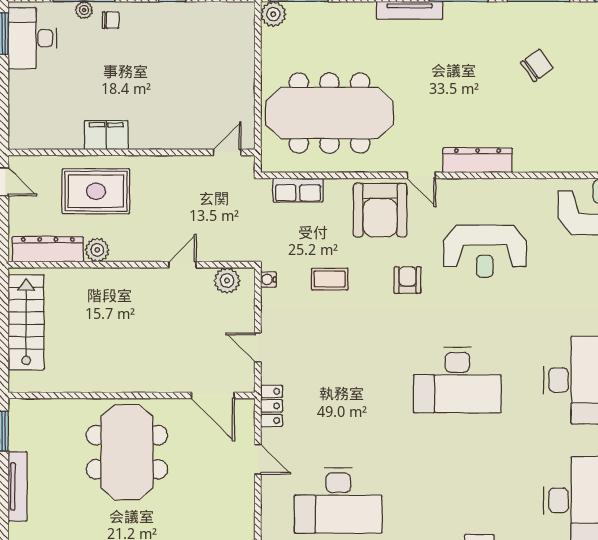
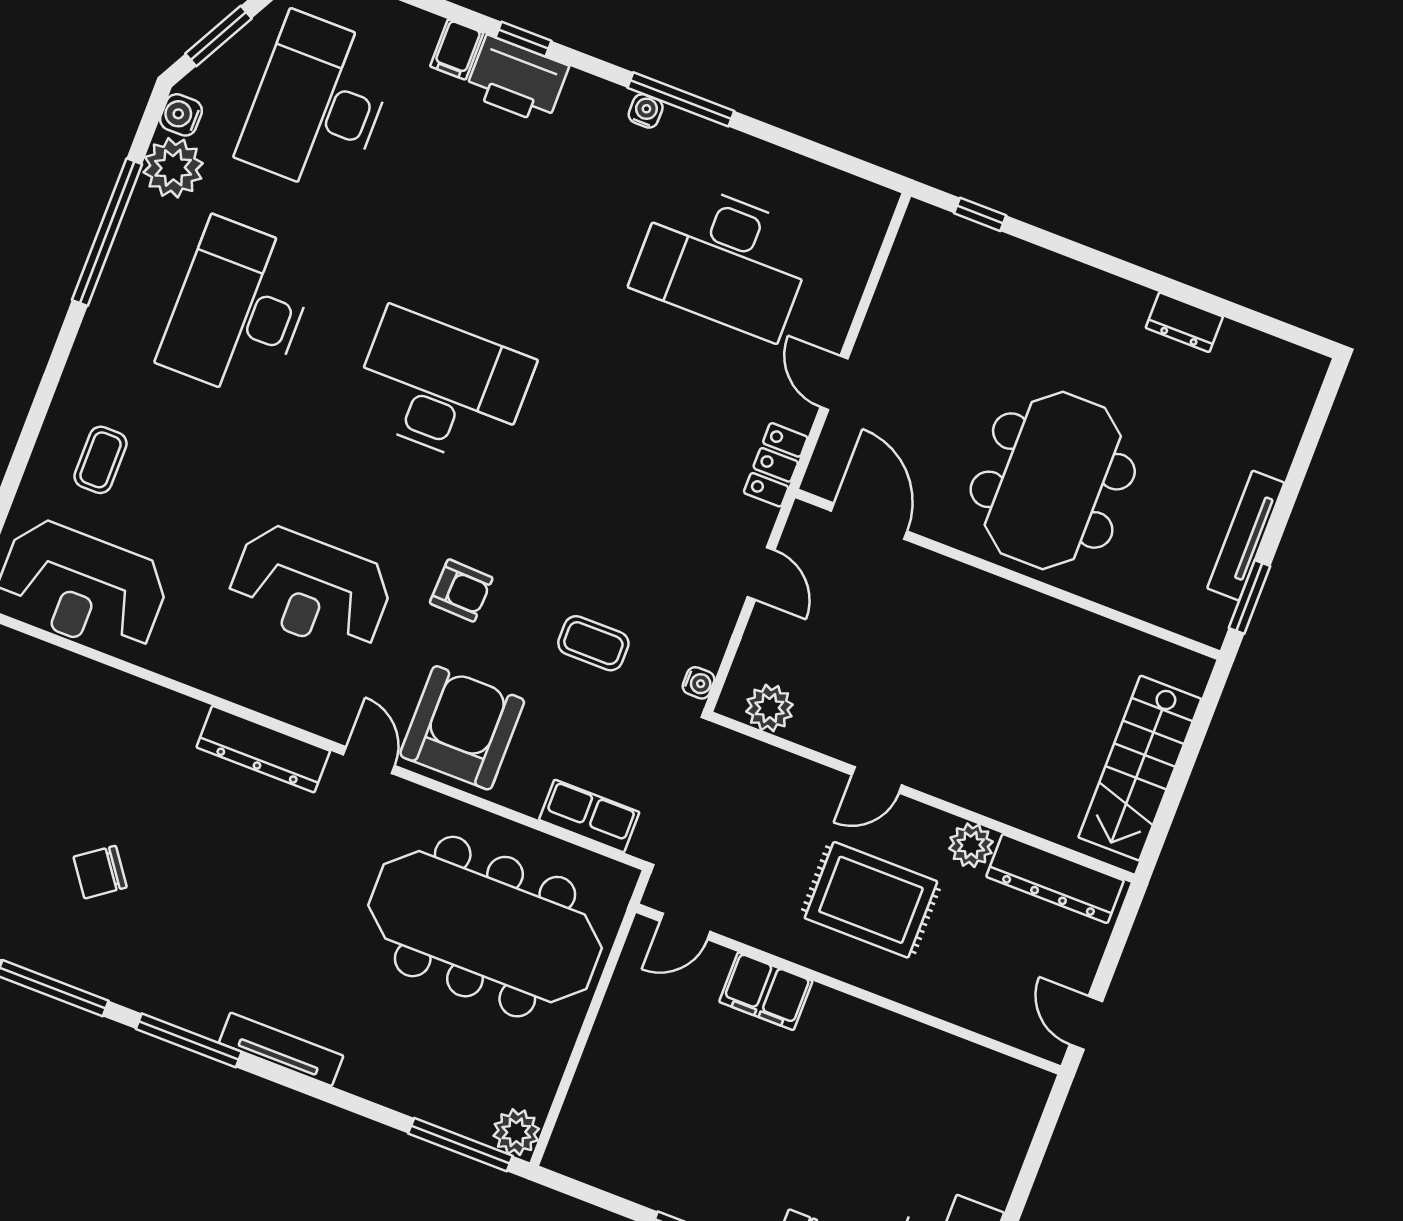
filing cabinet: (106, 135) -> (766, 991), moved
rug: (96, 191) -> (871, 900), moved
reception desk: (485, 251) -> (310, 589), turned 180
door: (182, 265) -> (877, 780), moved
armchair: (408, 280) -> (461, 590), turned -88
tv unit: (18, 486) -> (1246, 535), moved
desk: (338, 500) -> (724, 260), turned 180

